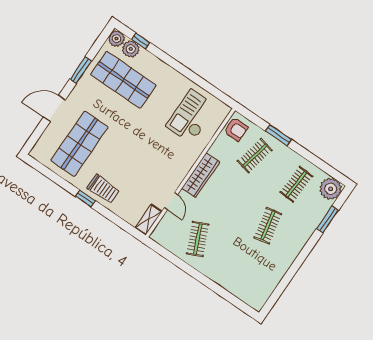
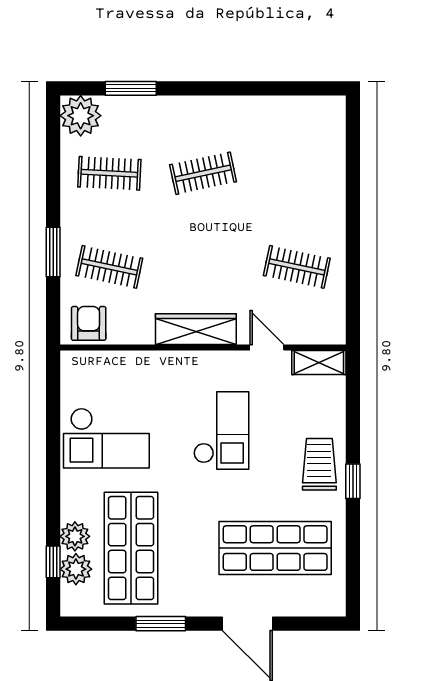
plant: (117, 39) -> (75, 536), moved
checkout: (191, 116) -> (106, 438), moved
checkout: (148, 156) -> (221, 430), added
door: (171, 201) -> (267, 348), hinge flipped
clothes rail: (198, 239) -> (297, 267), turned 36

